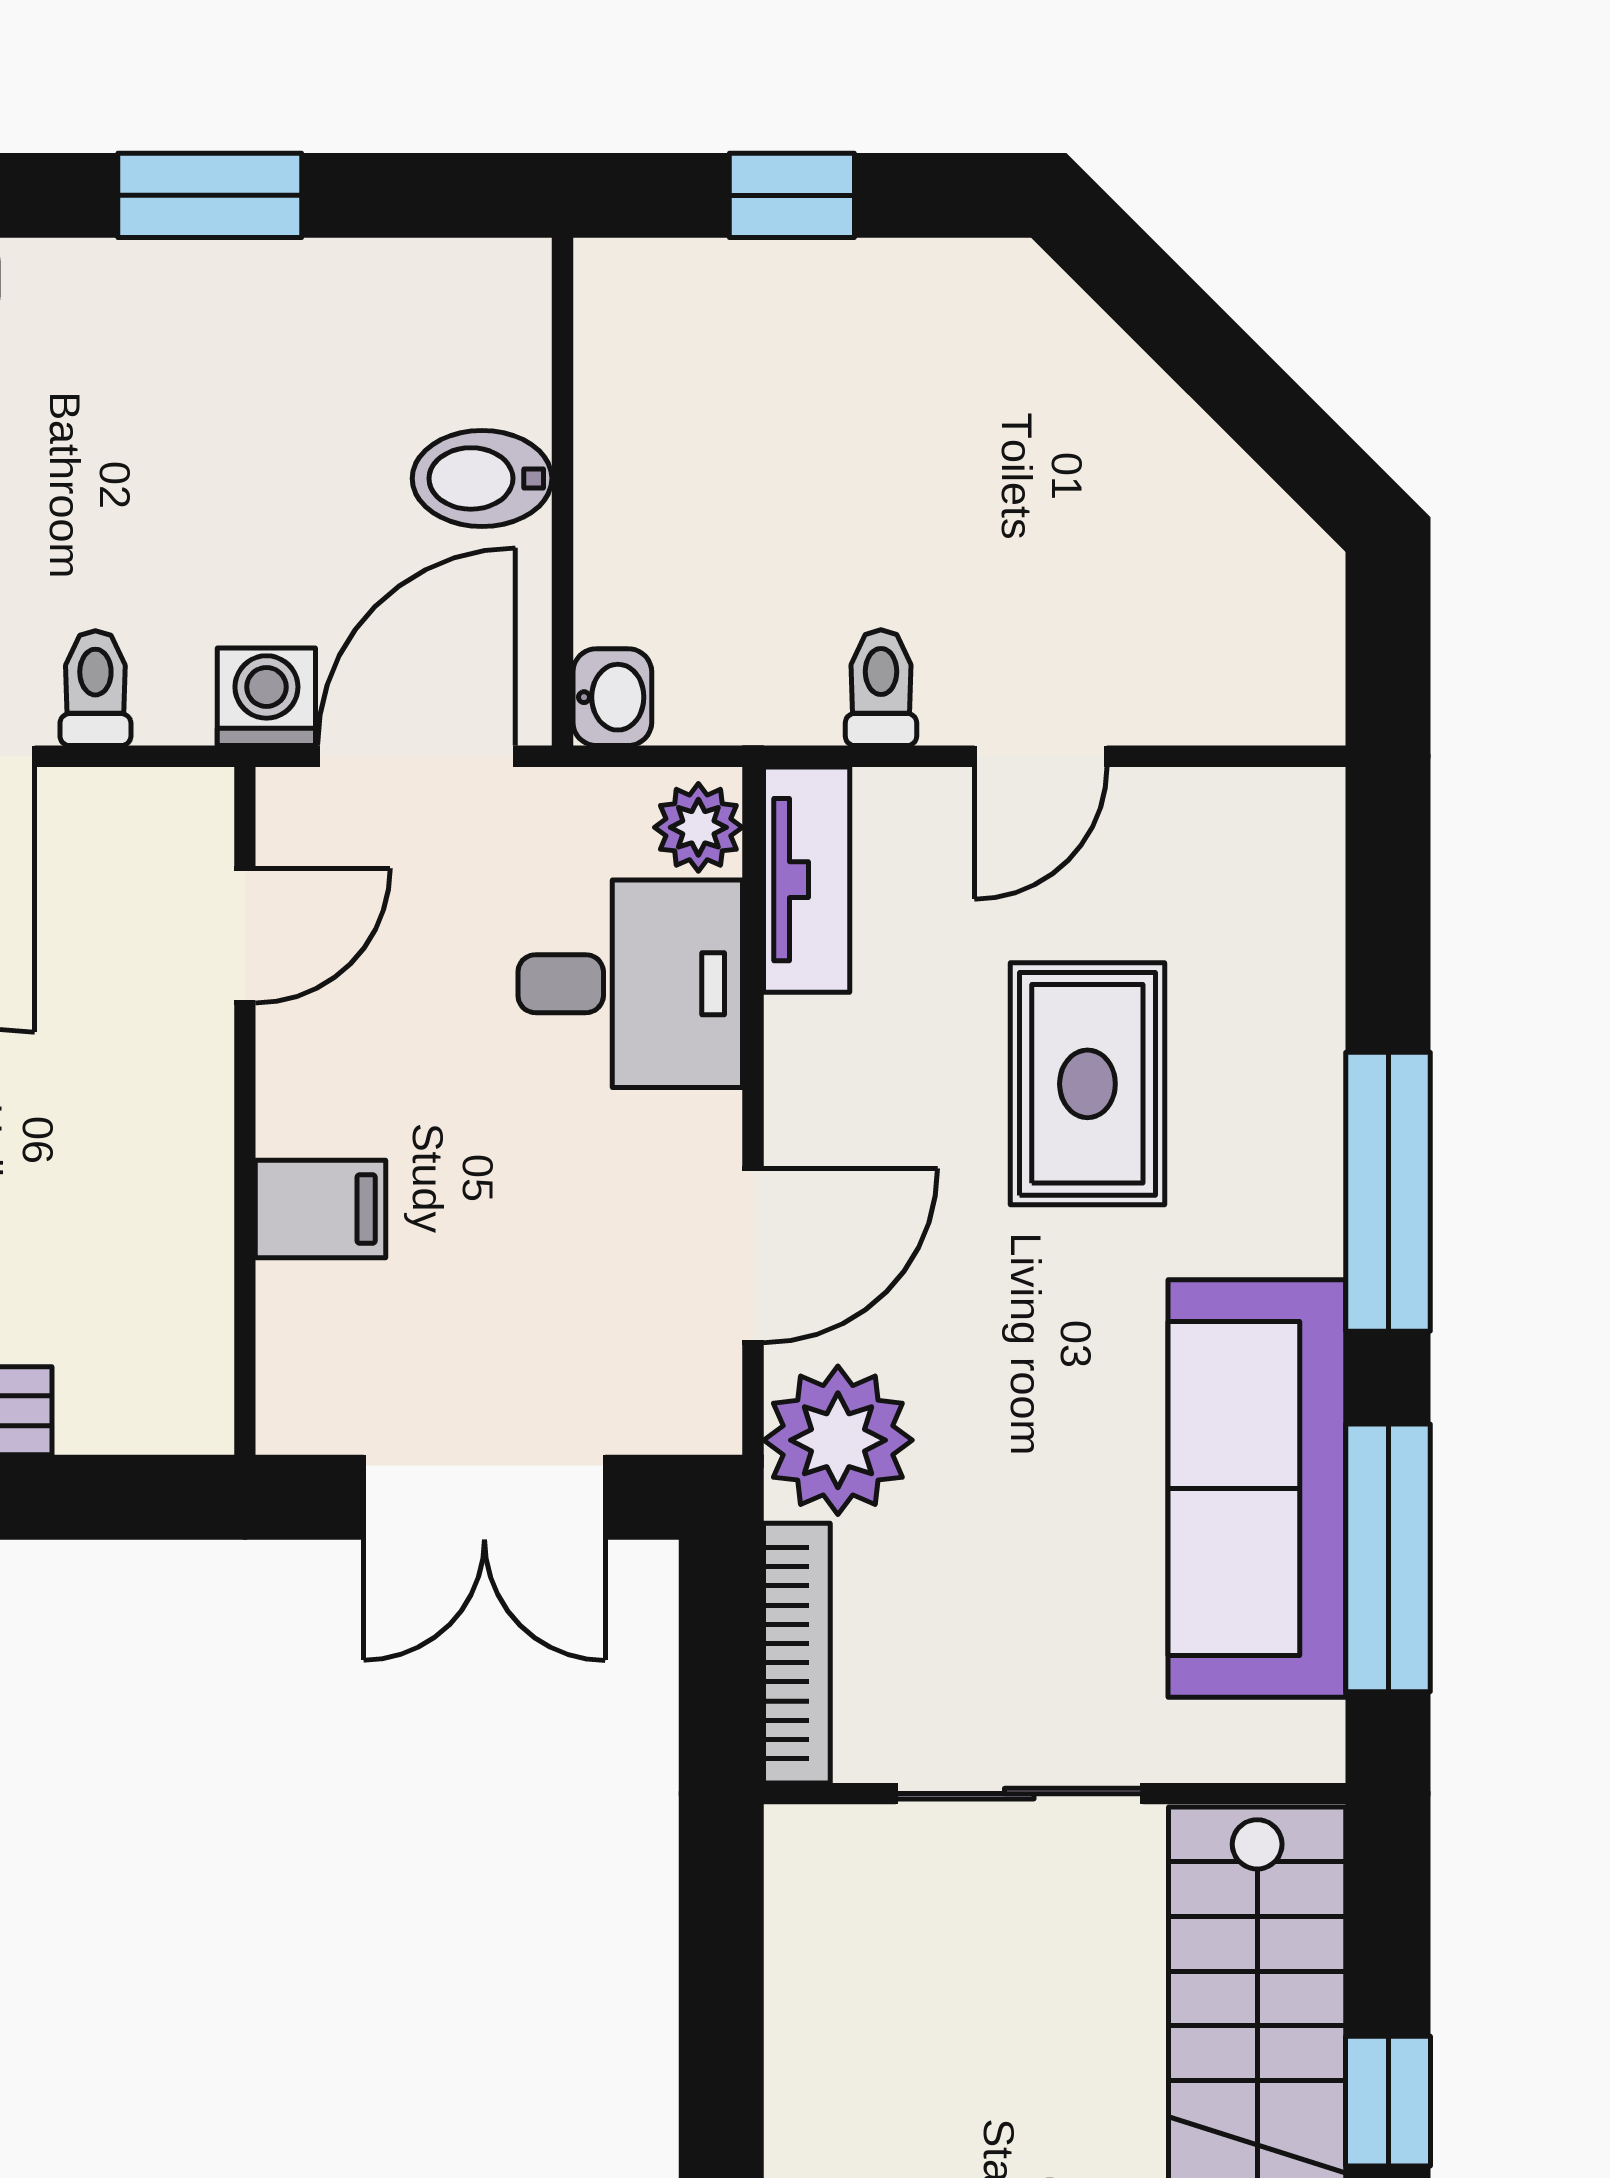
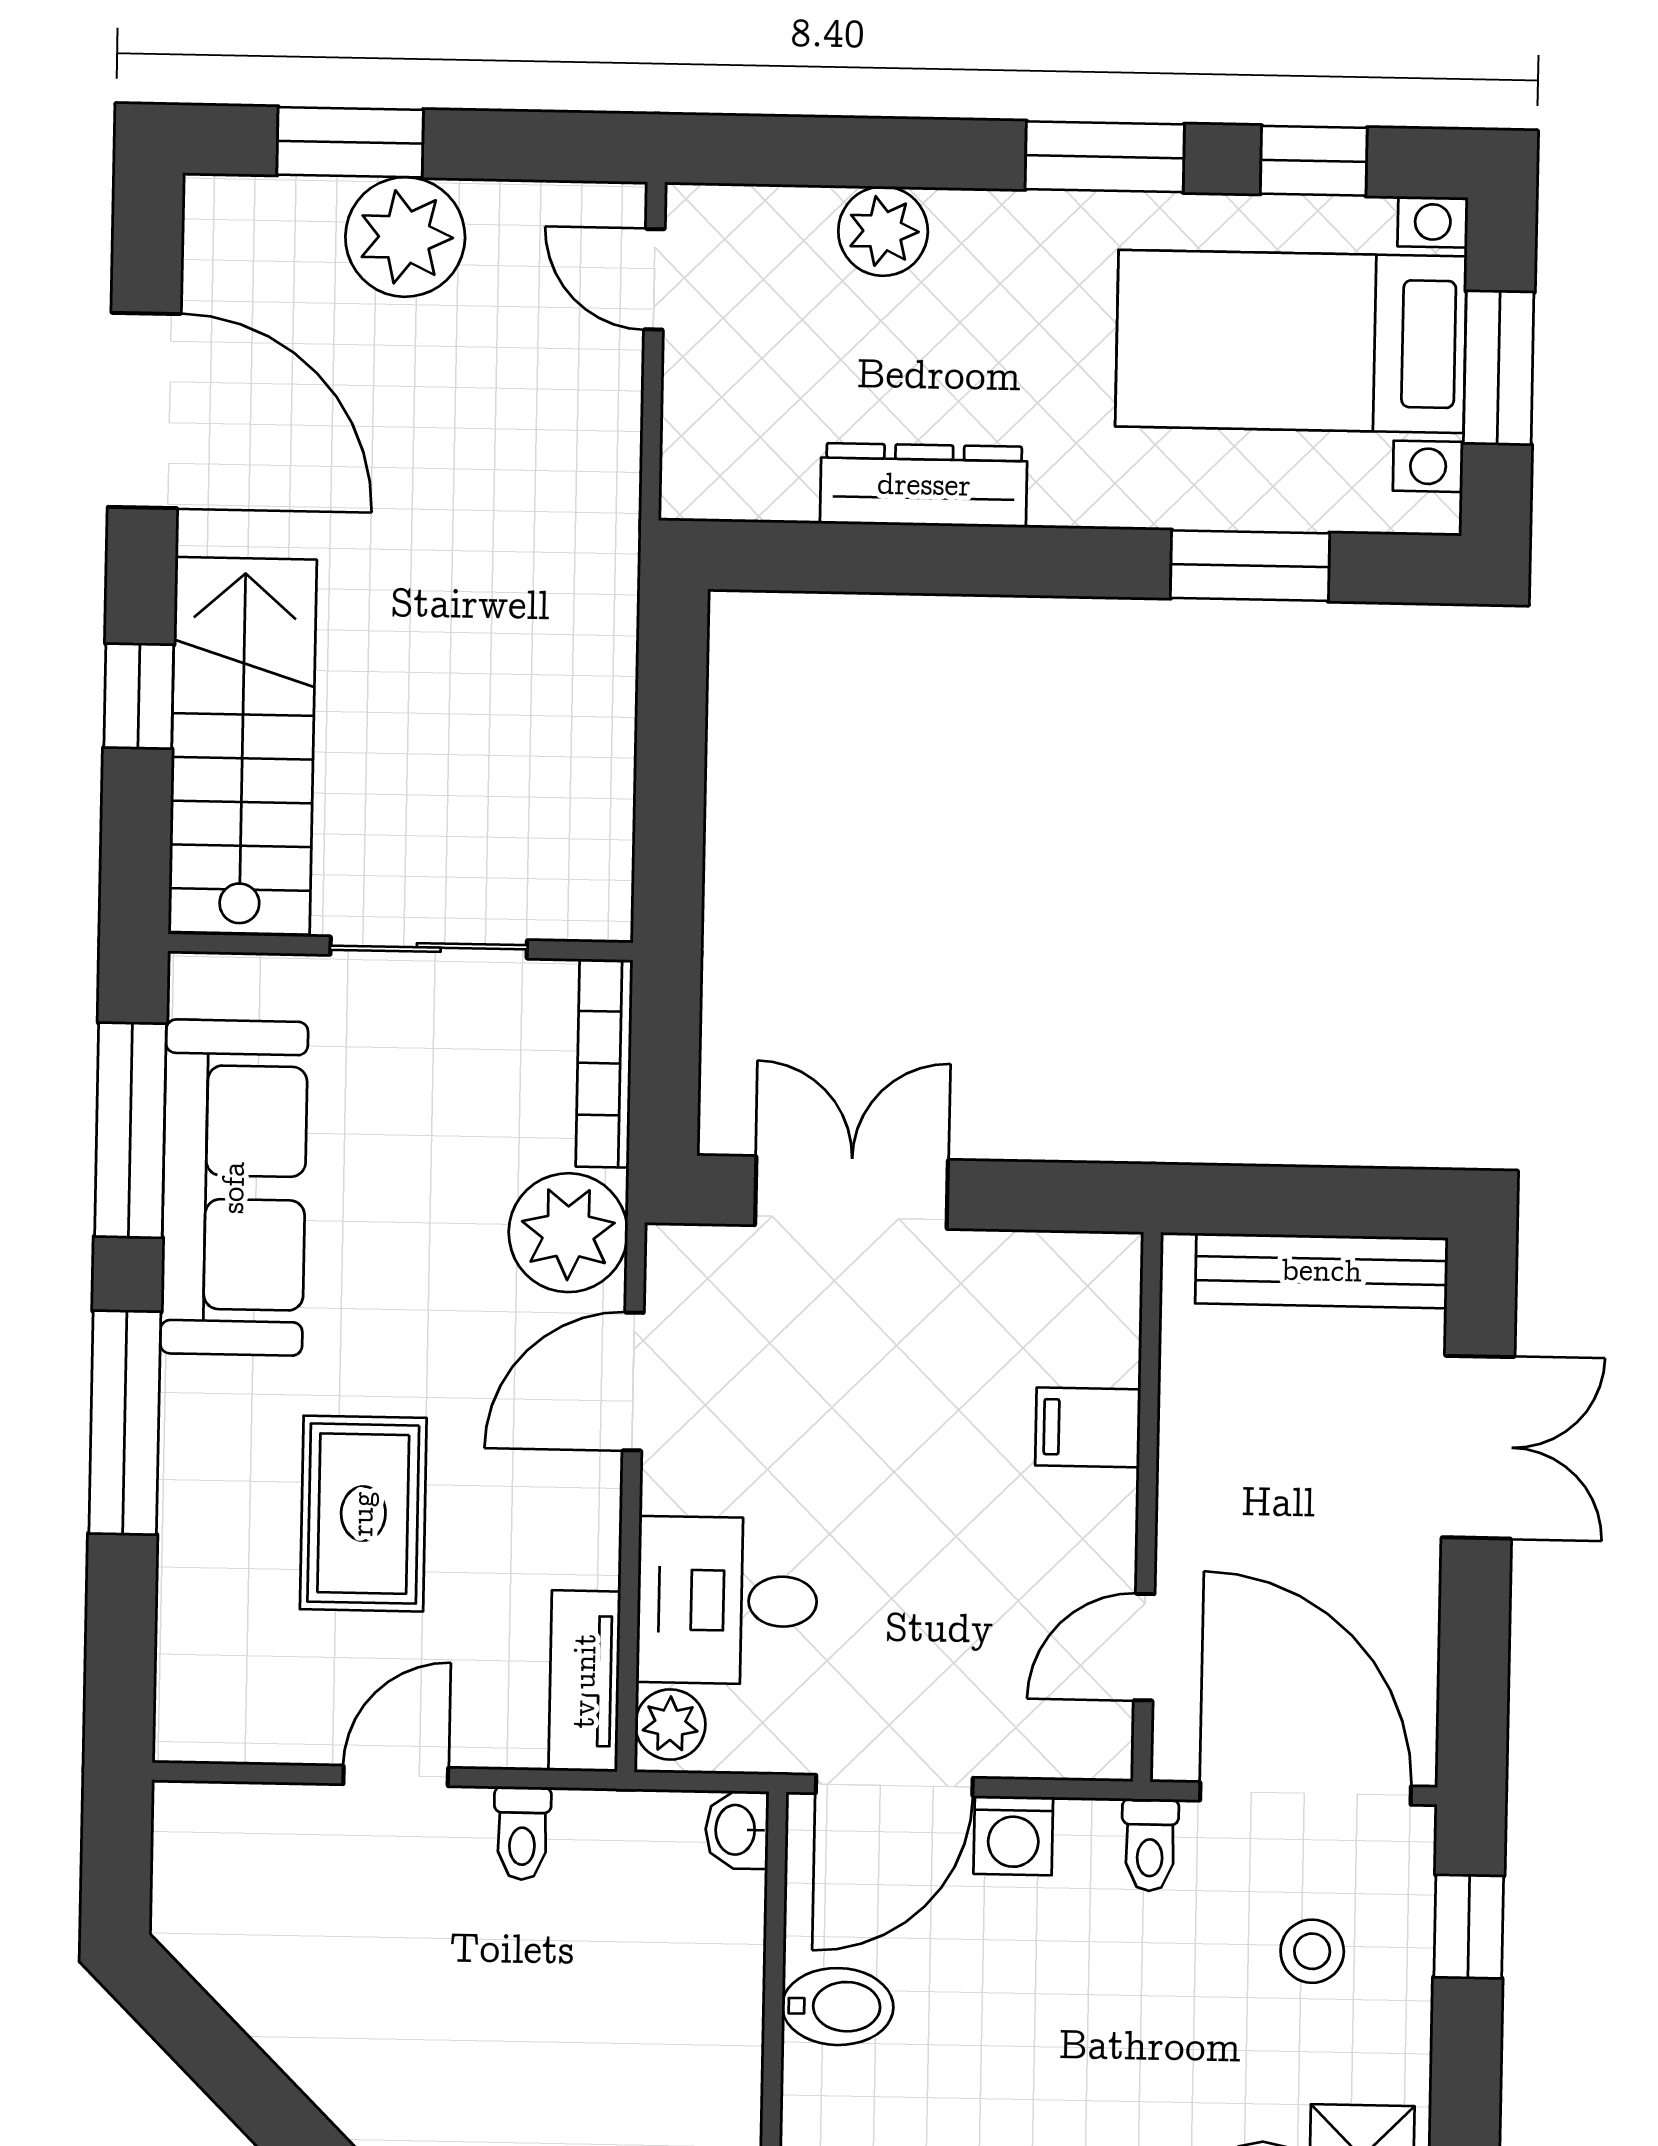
door: (245, 935) -> (1144, 1647), moved
wall: (245, 1111) -> (1147, 1507), moved
filing cabinet: (321, 1209) -> (1088, 1427), moved

